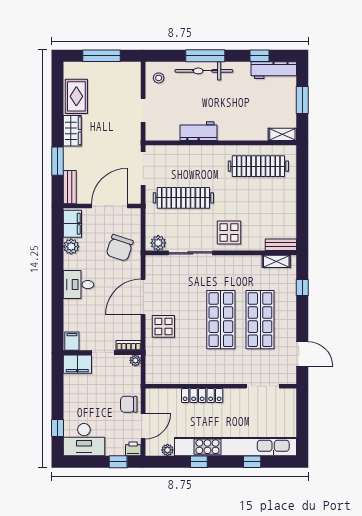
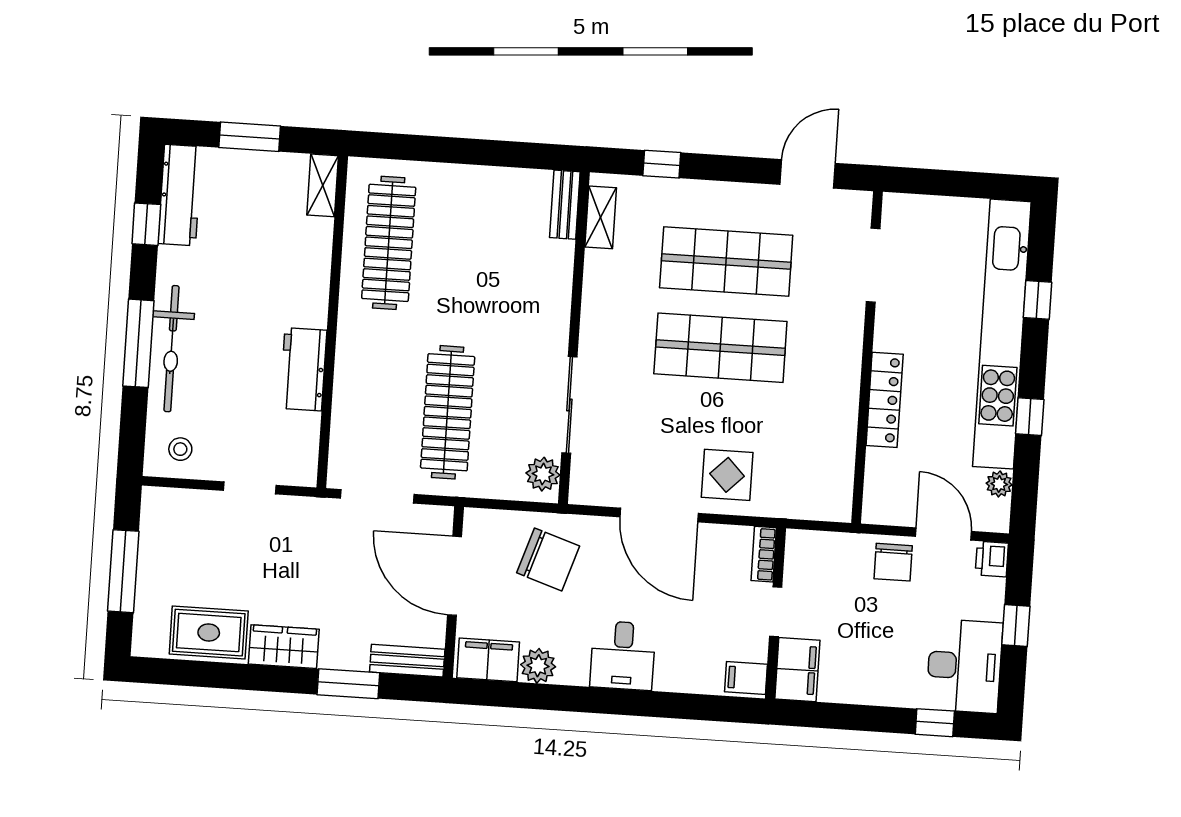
display table: (229, 233) -> (530, 317), removed
plant: (135, 360) -> (798, 542), removed
window: (118, 462) -> (1016, 625), moved

